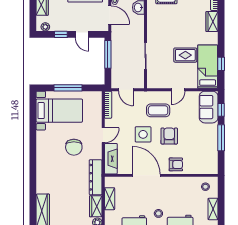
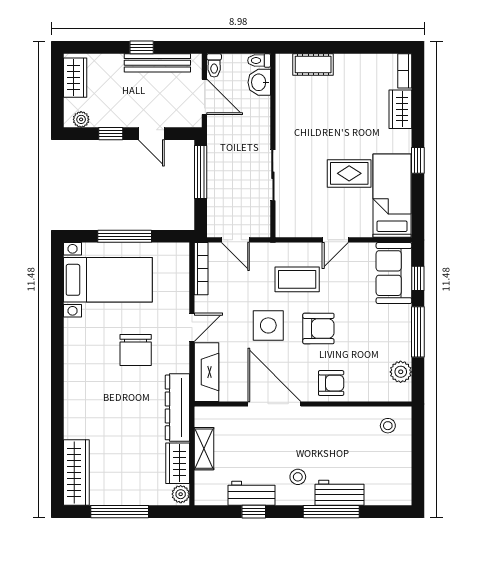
window: (221, 64) -> (418, 160), moved
armchair: (169, 136) -> (318, 329), turned 90
plant: (212, 159) -> (401, 372), added
shelving: (213, 209) -> (402, 468), removed

